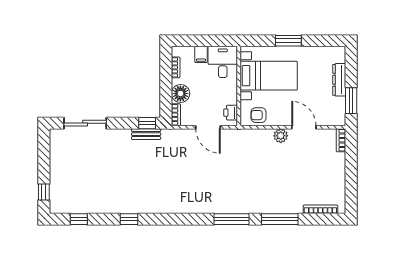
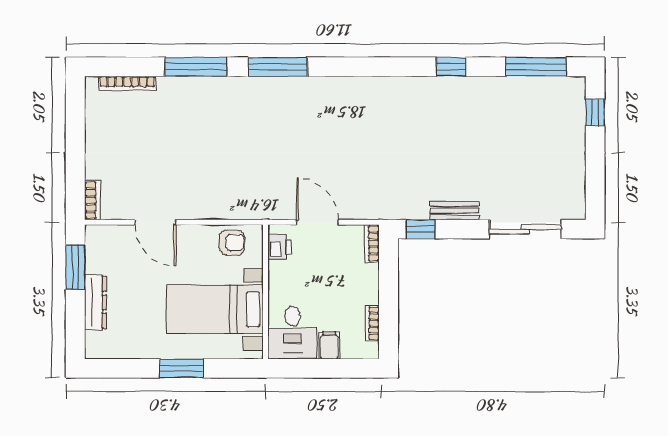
floor lamp: (180, 94) -> (364, 279), removed
bench: (146, 134) -> (454, 211), moved
plant: (281, 136) -> (195, 208), removed
window: (79, 219) -> (536, 67), width x2.17

